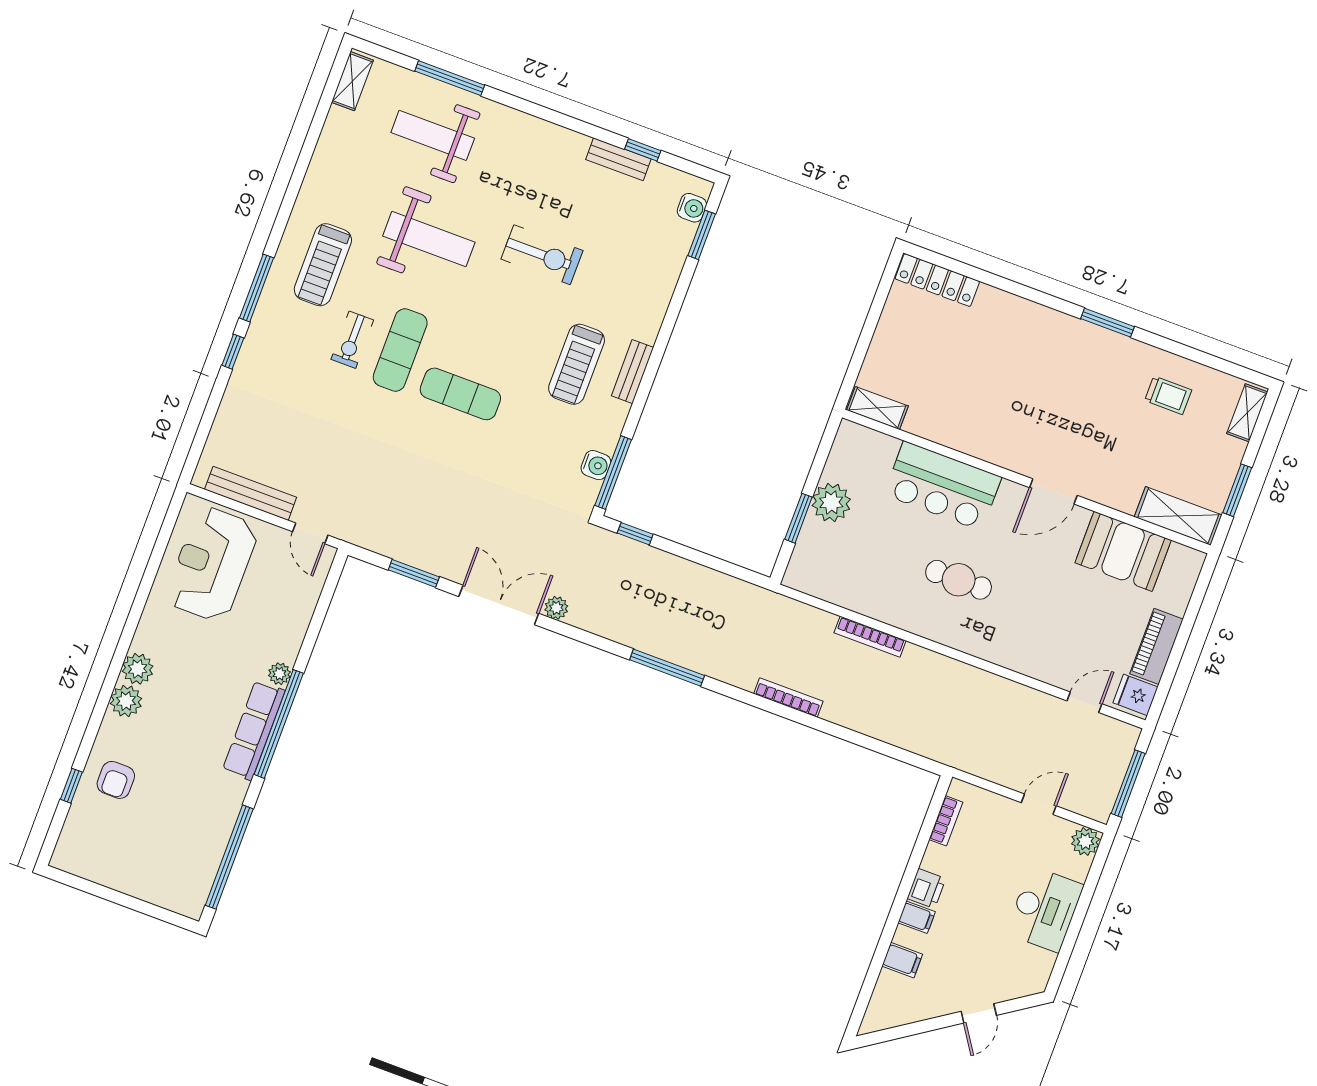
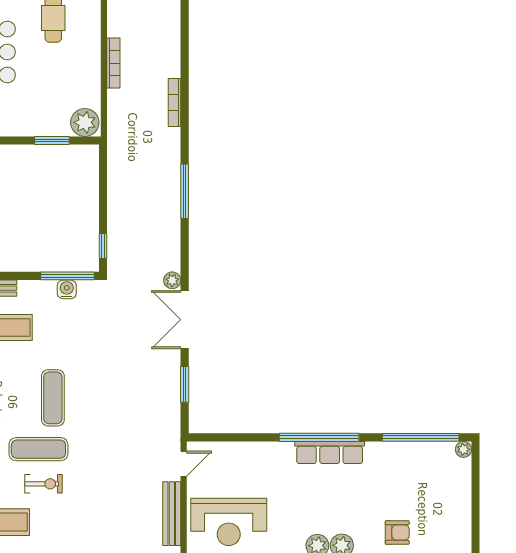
plant: (831, 502) -> (85, 122), moved
plant: (279, 674) -> (463, 449), moved

